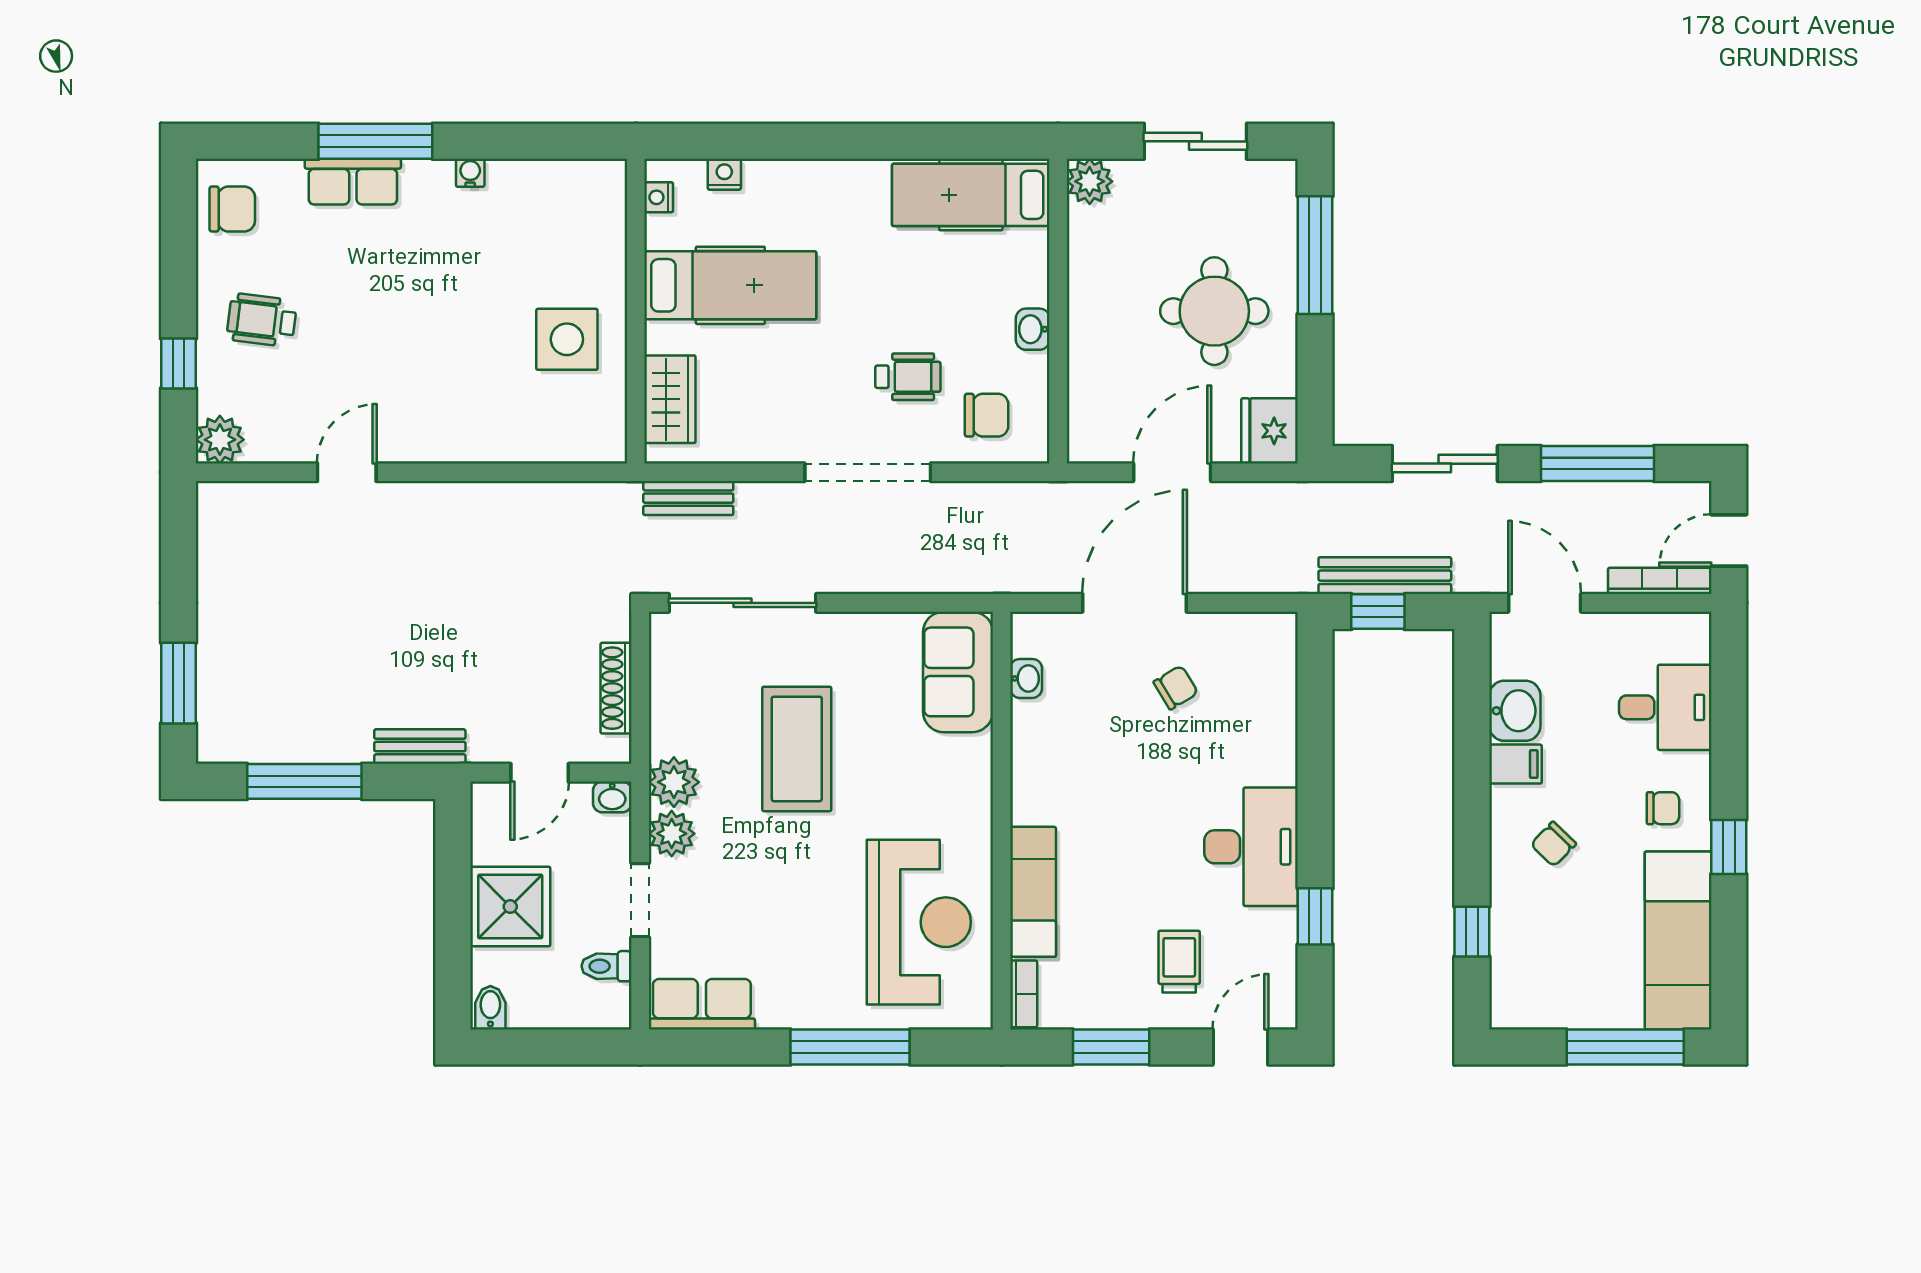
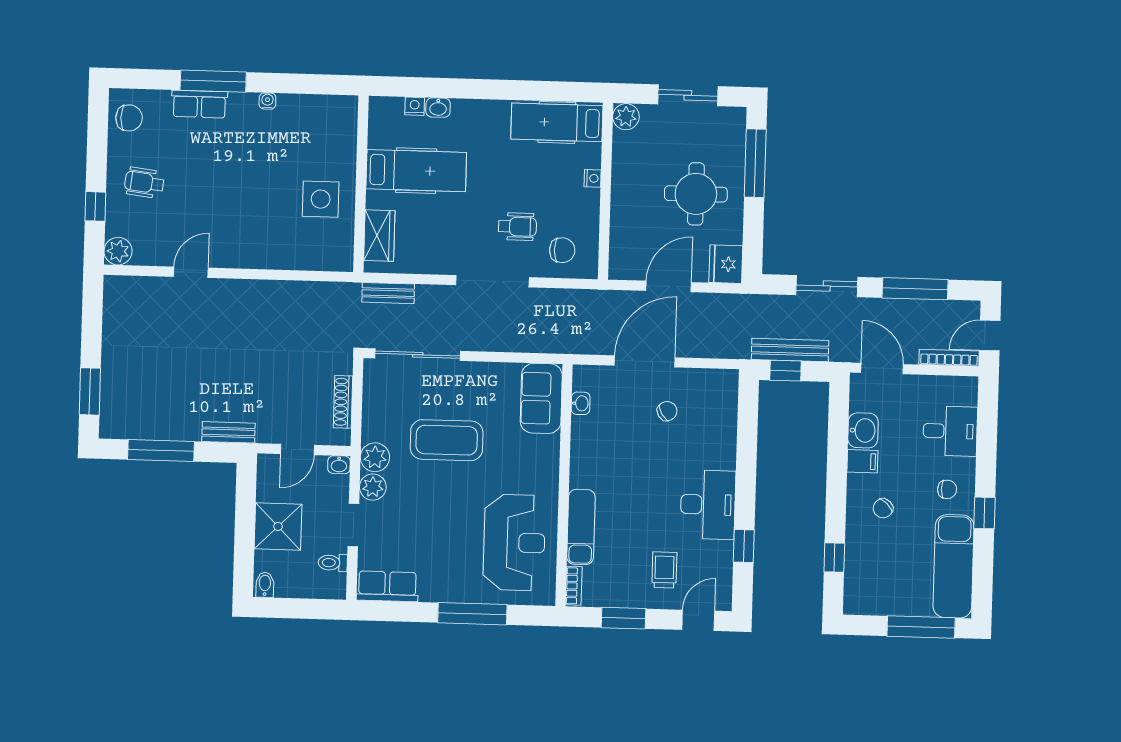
nightstand: (659, 197) -> (593, 178), moved, turned 180
washbasin: (1033, 329) -> (438, 108), moved, turned -90
coffee table: (797, 749) -> (447, 440), turned 90

